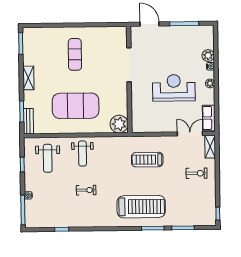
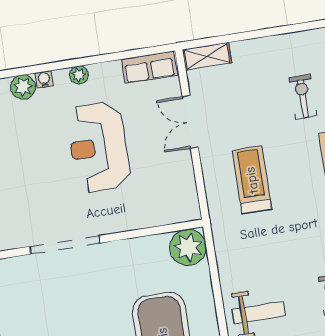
double door: (190, 134) -> (190, 122), moved
treadmill: (147, 160) -> (252, 180), turned 180
exercise bike: (197, 173) -> (303, 97), moved

